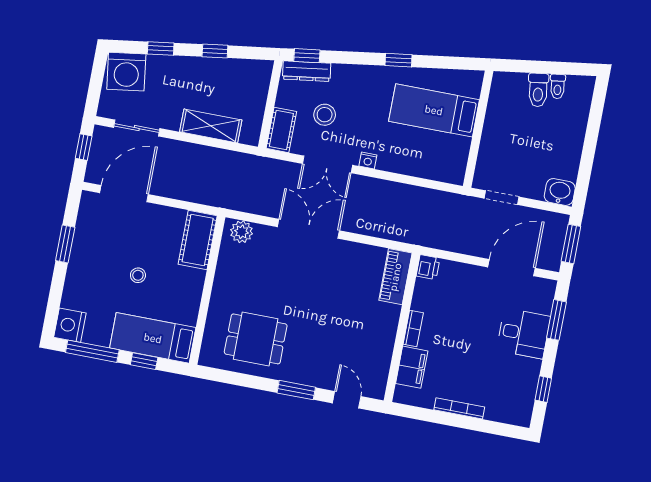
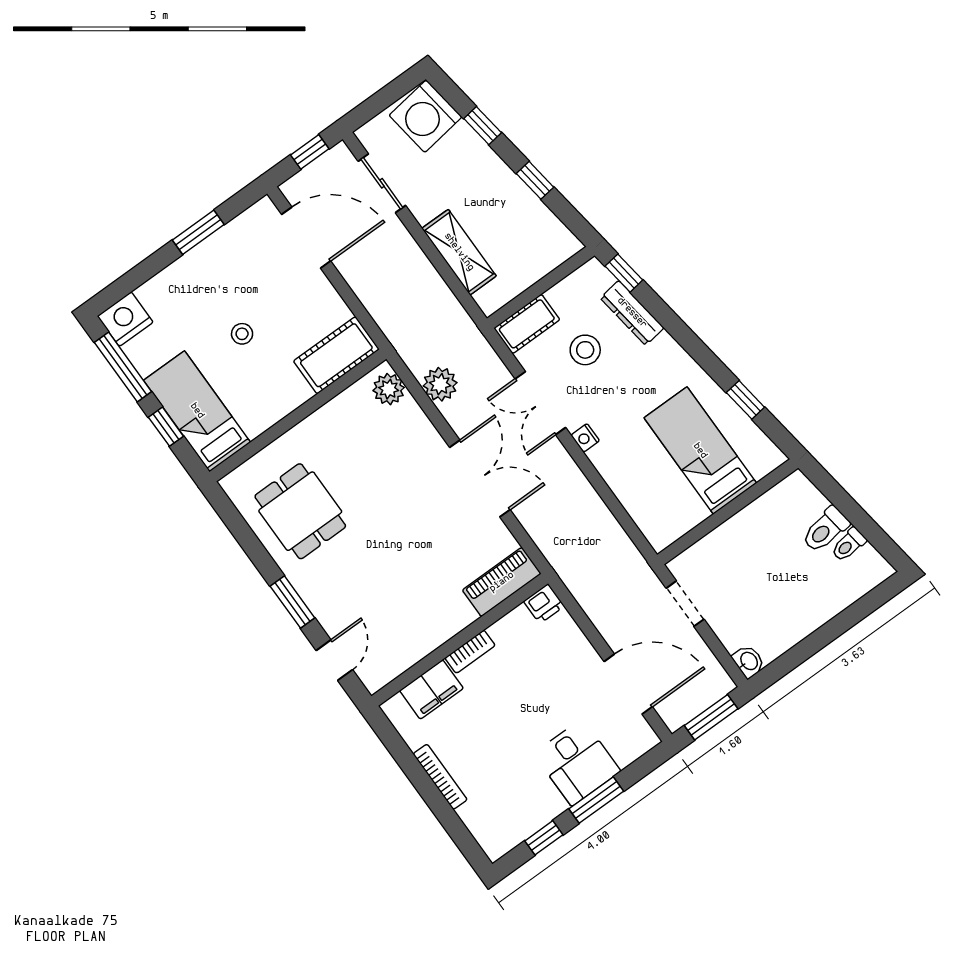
window: (398, 60) -> (745, 400), moved
dresser: (307, 71) -> (632, 313), moved
washbasin: (560, 192) -> (748, 661), width x0.72, depth x0.69
plant: (266, 204) -> (440, 384), added
double door: (308, 229) -> (480, 478), moved
window: (556, 320) -> (596, 800), moved

